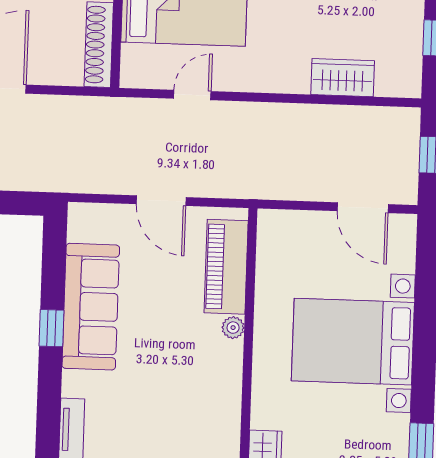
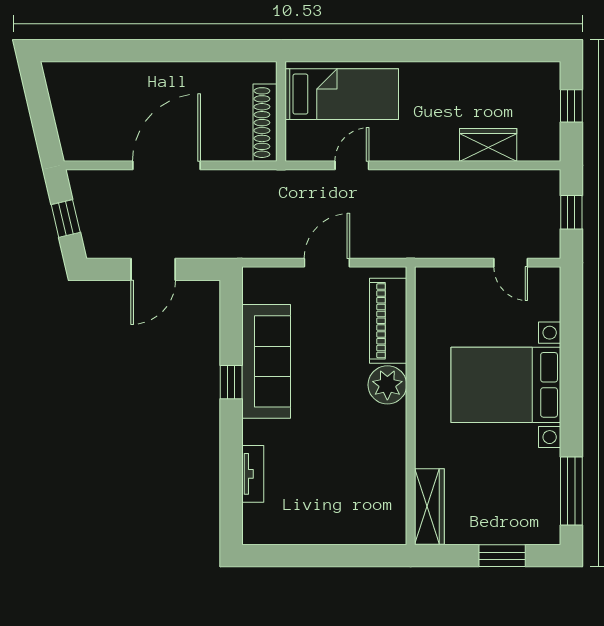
door: (161, 201) -> (327, 263), swing flipped
door: (363, 208) -> (511, 263), width x0.73
plant: (233, 328) -> (387, 385), width x1.88, depth x1.88

